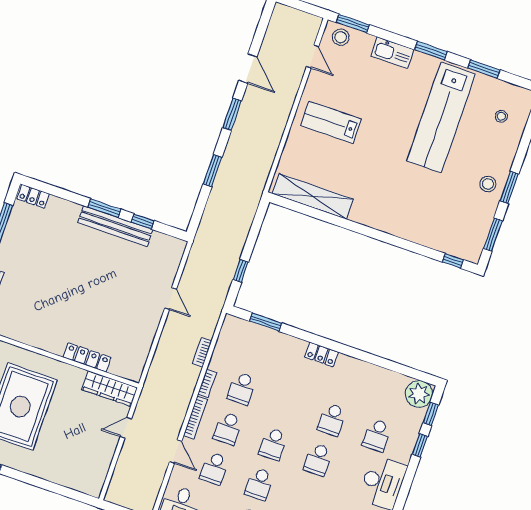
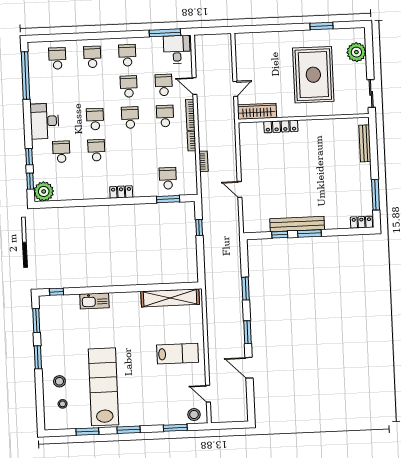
window: (353, 24) -> (175, 428), moved
kitchen sink: (392, 53) -> (94, 301), moved, turned 180
stool: (488, 184) -> (59, 381), moved
school desk: (242, 388) -> (168, 178), moved

